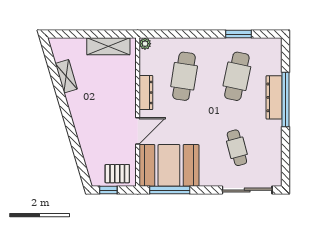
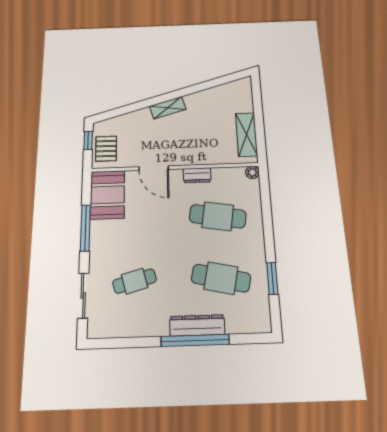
shelving: (66, 76) -> (168, 108), moved
dresser: (146, 93) -> (197, 175), width x0.70
booth: (169, 165) -> (107, 195), width x0.73, depth x0.70
window: (170, 190) -> (85, 228), moved
sliding door: (247, 190) -> (83, 295), width x0.73

